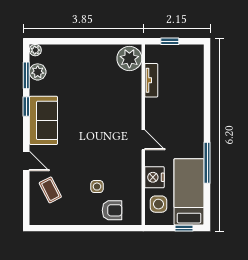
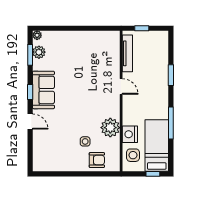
plant: (129, 58) -> (110, 128), moved
tv unit: (151, 80) -> (127, 53), width x1.41
window: (207, 101) -> (171, 75), added
window: (26, 107) -> (30, 92), moved
door: (143, 140) -> (121, 86), moved
coffee table: (50, 190) -> (49, 144), removed

